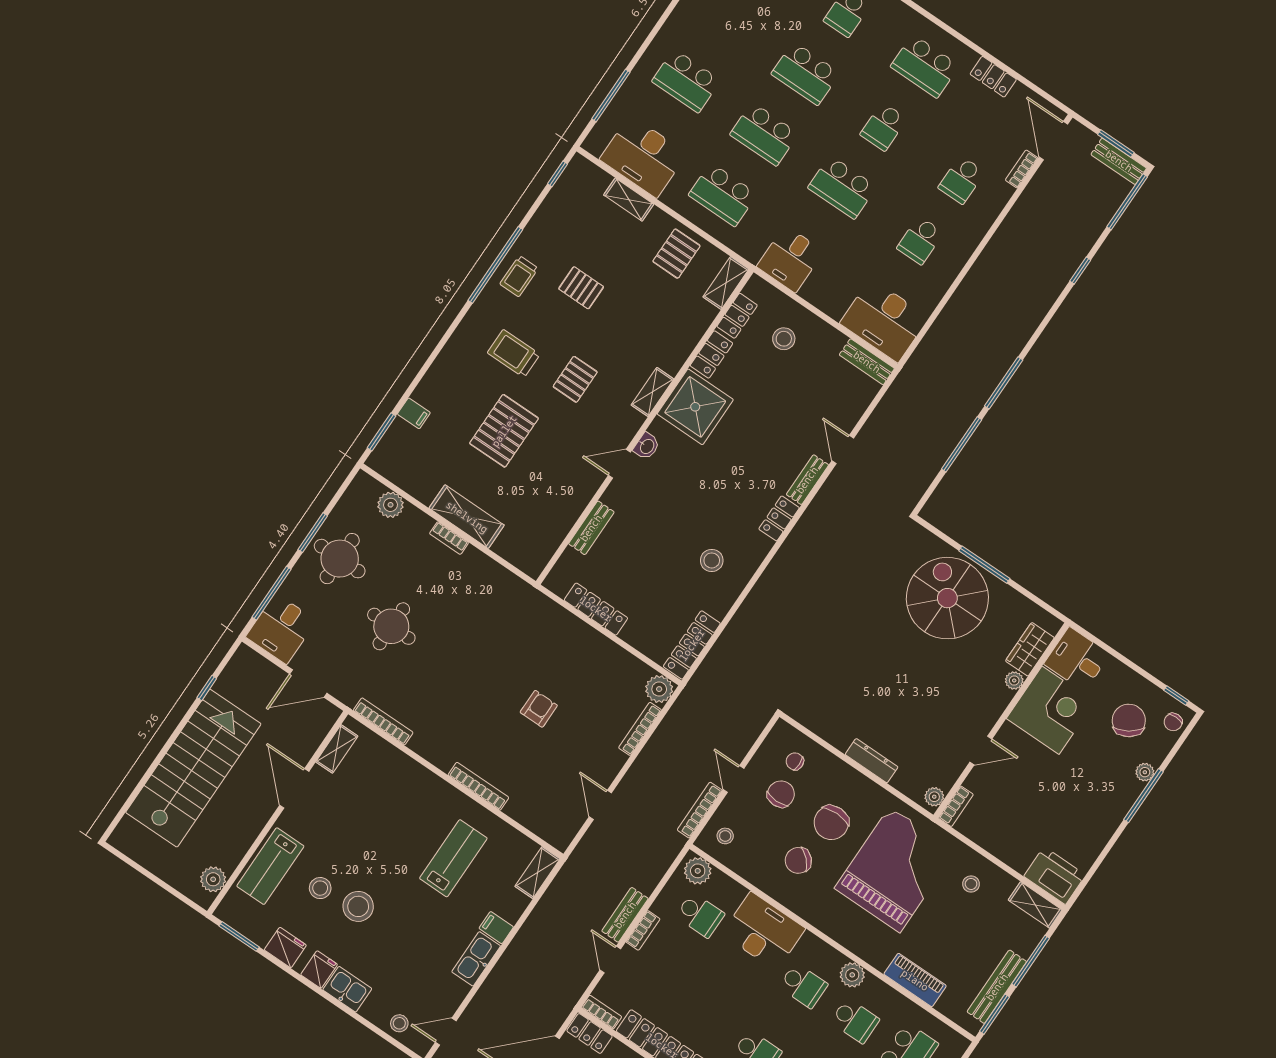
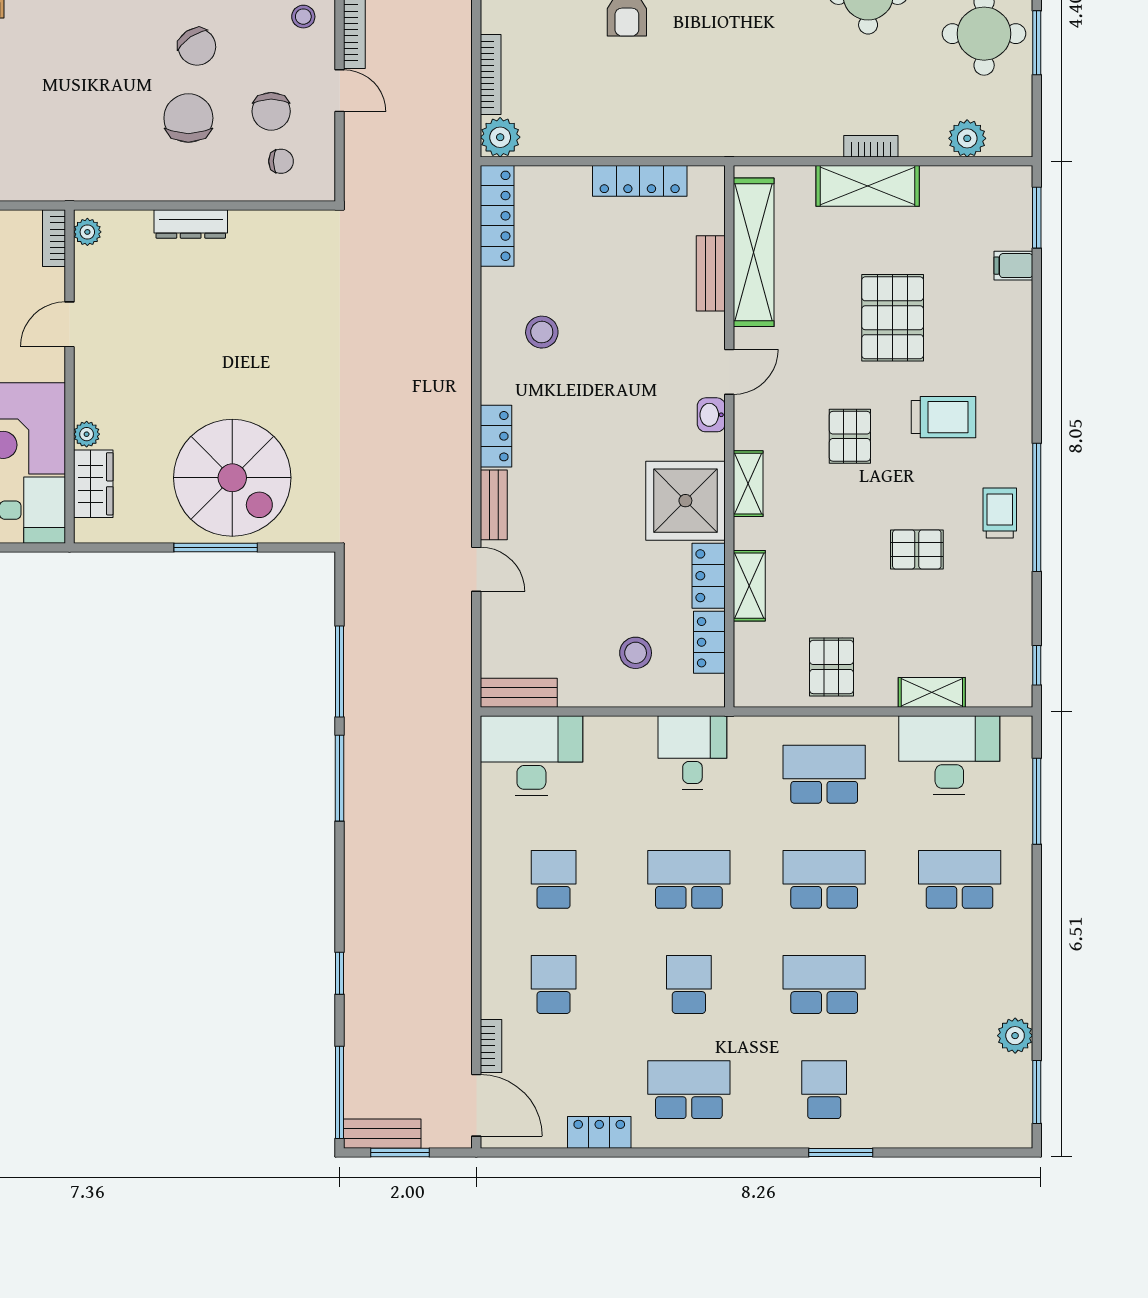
shelving: (726, 283) -> (749, 586), moved
shelving: (558, 523) -> (754, 252), added
chair: (798, 860) -> (197, 47), turned 101
grand piano: (895, 870) -> (75, 114), removed

